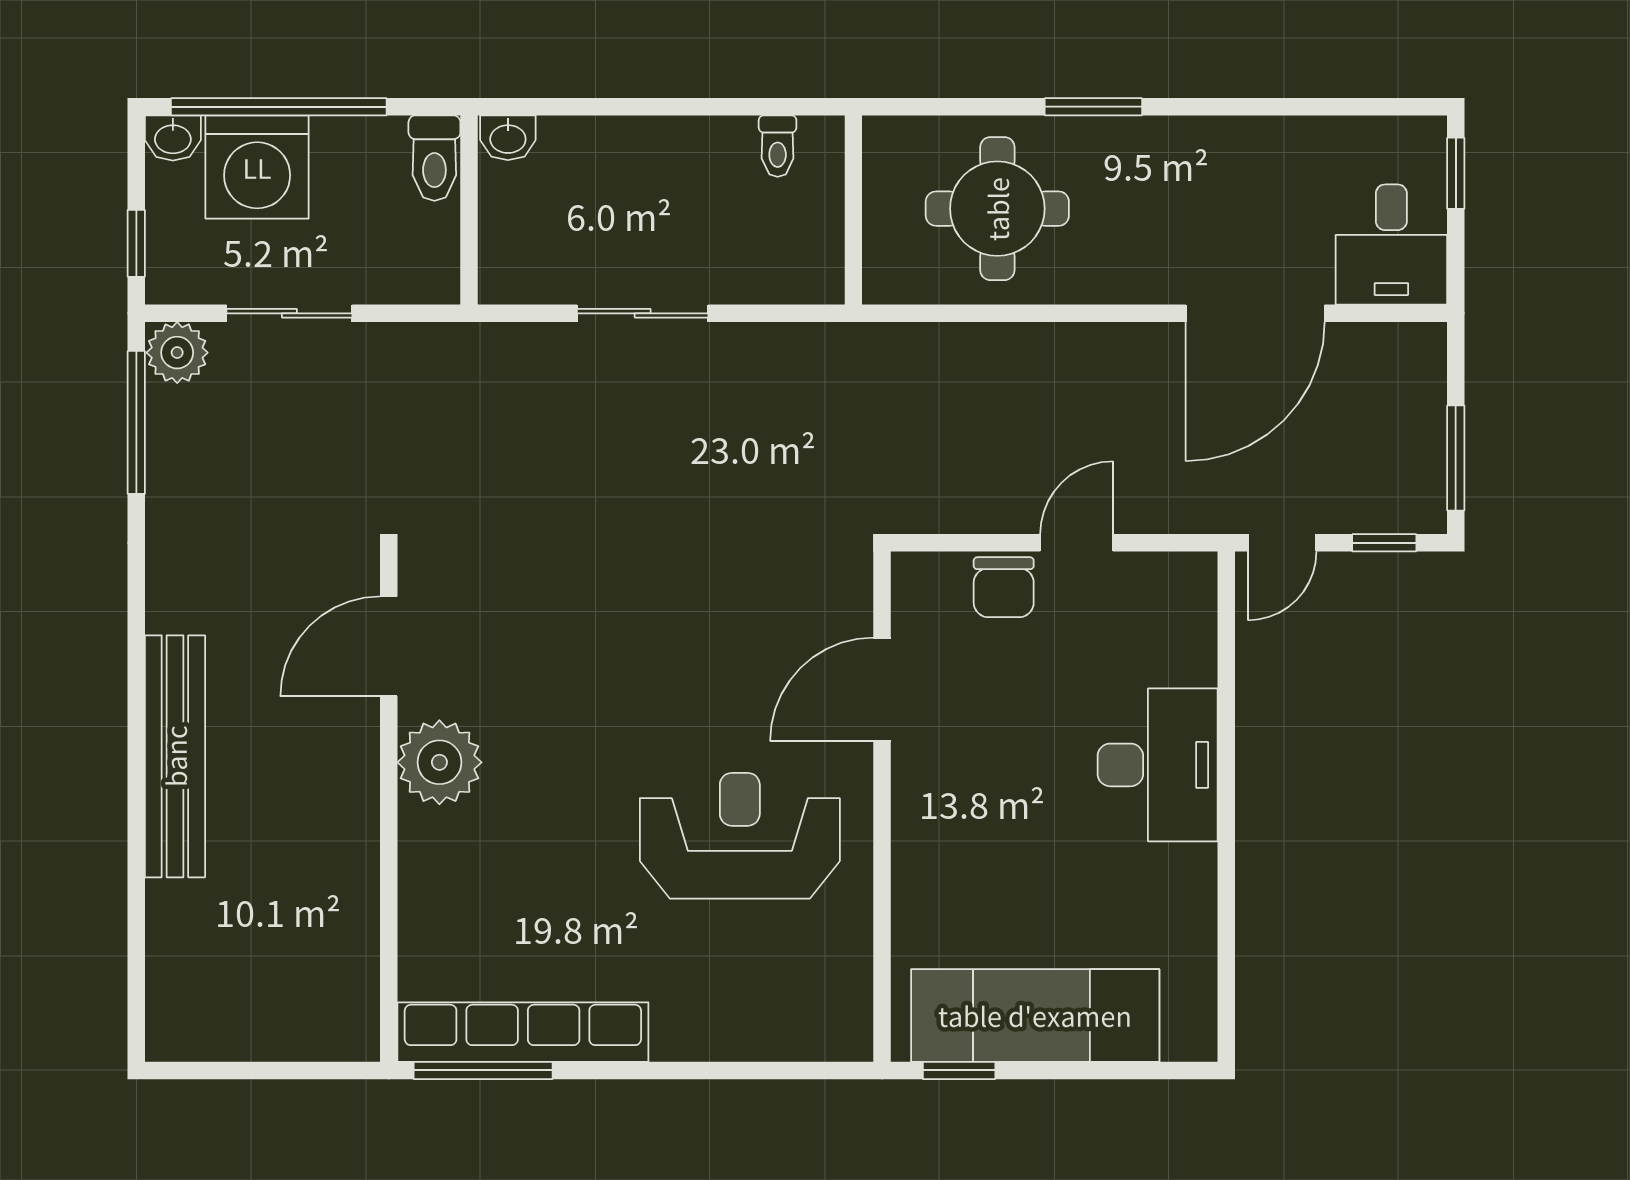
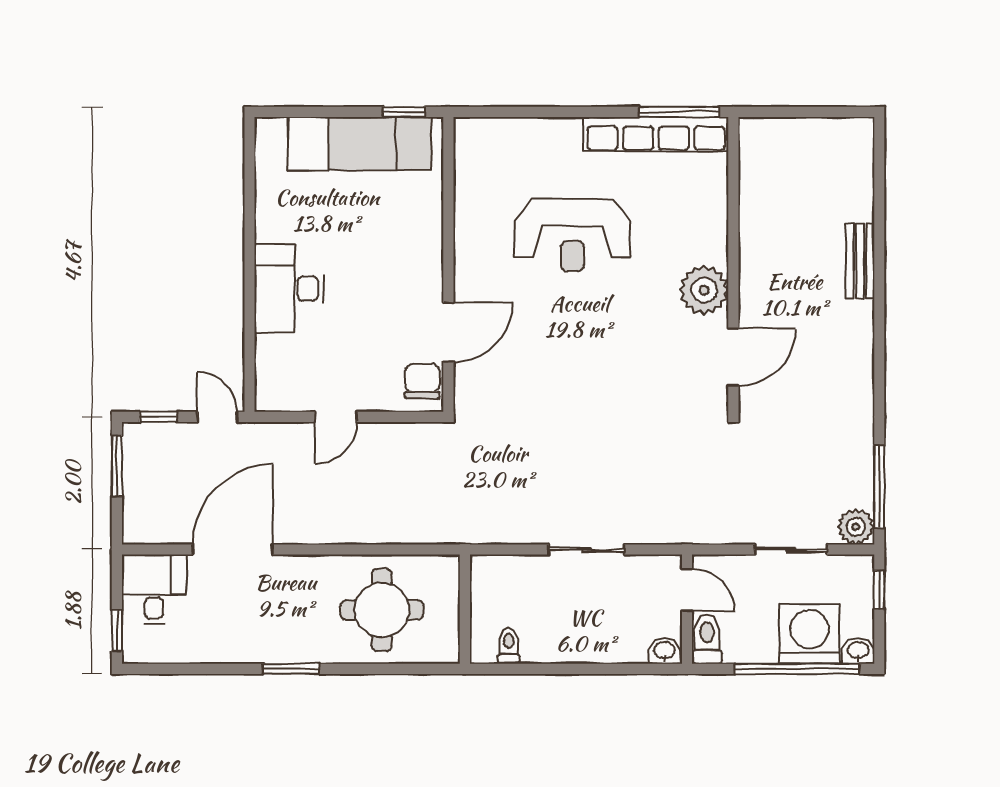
window: (1093, 107) -> (291, 669), moved
door: (469, 243) -> (687, 590), added
door: (1282, 543) -> (217, 417), hinge flipped
chair: (1004, 587) -> (422, 381), moved
bench: (175, 756) -> (860, 261), width x0.54, depth x0.82
reception desk: (740, 836) -> (572, 235), moved

